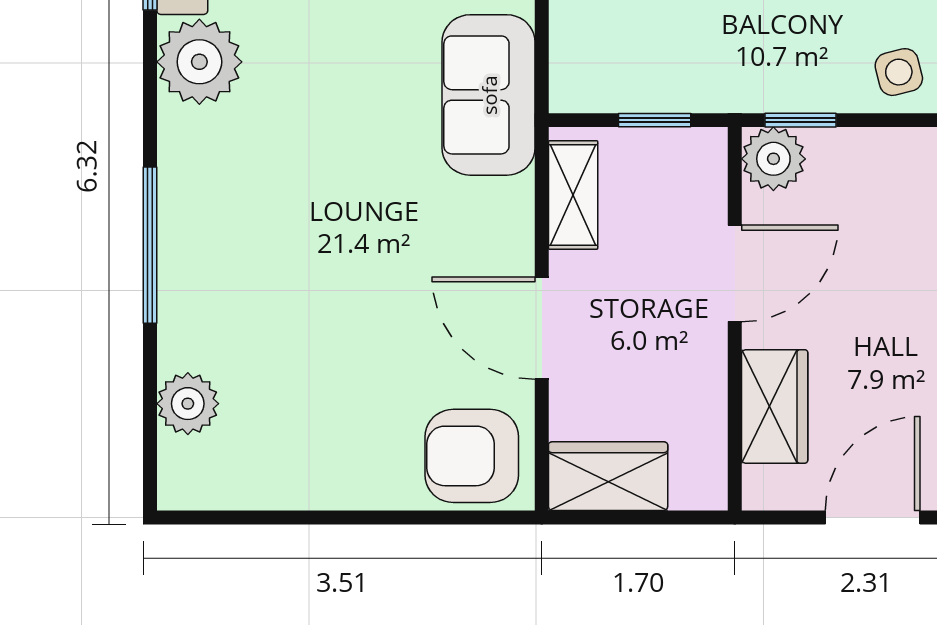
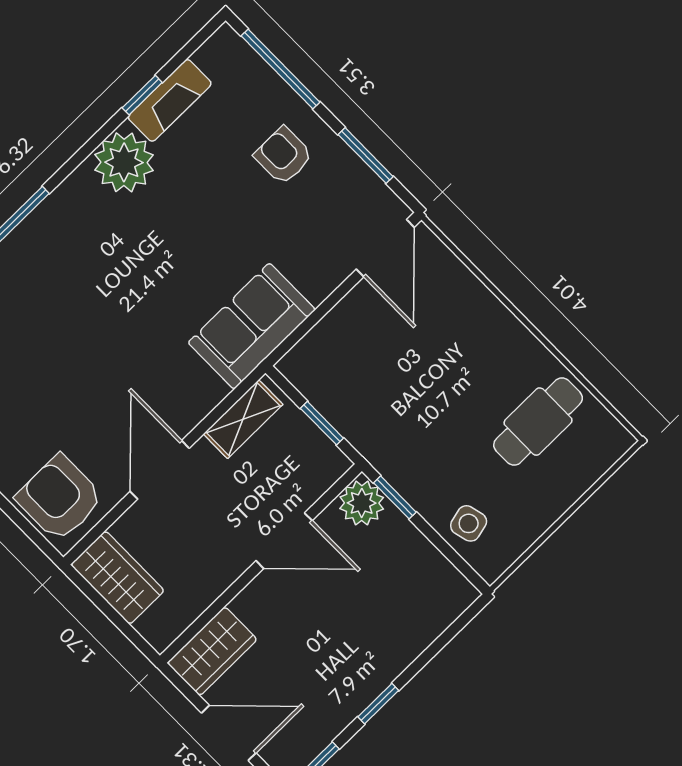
wardrobe: (775, 406) -> (212, 651), moved

